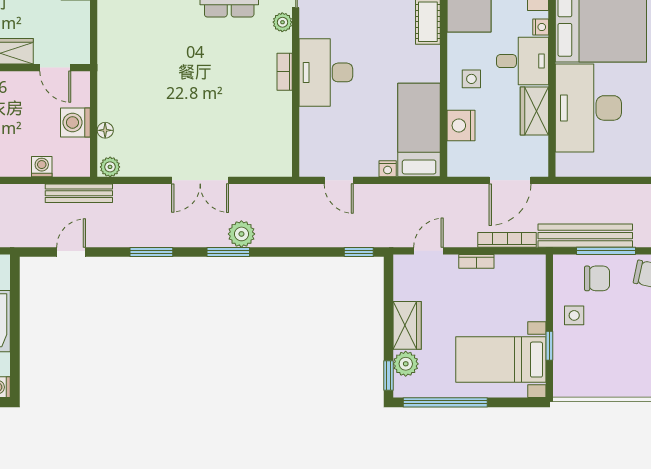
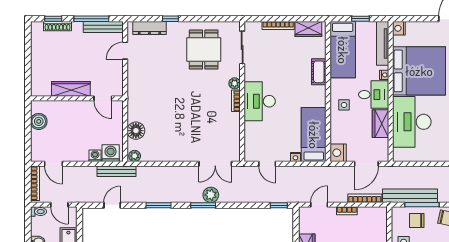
plant: (282, 22) -> (235, 83), moved
washing machine: (75, 122) -> (111, 153), moved, turned 90
nightstand: (461, 125) -> (338, 153), moved
floor lamp: (105, 130) -> (136, 131), width x1.89, depth x1.89
double door: (200, 180) -> (215, 164), moved
chair: (597, 278) -> (417, 221), turned 180

